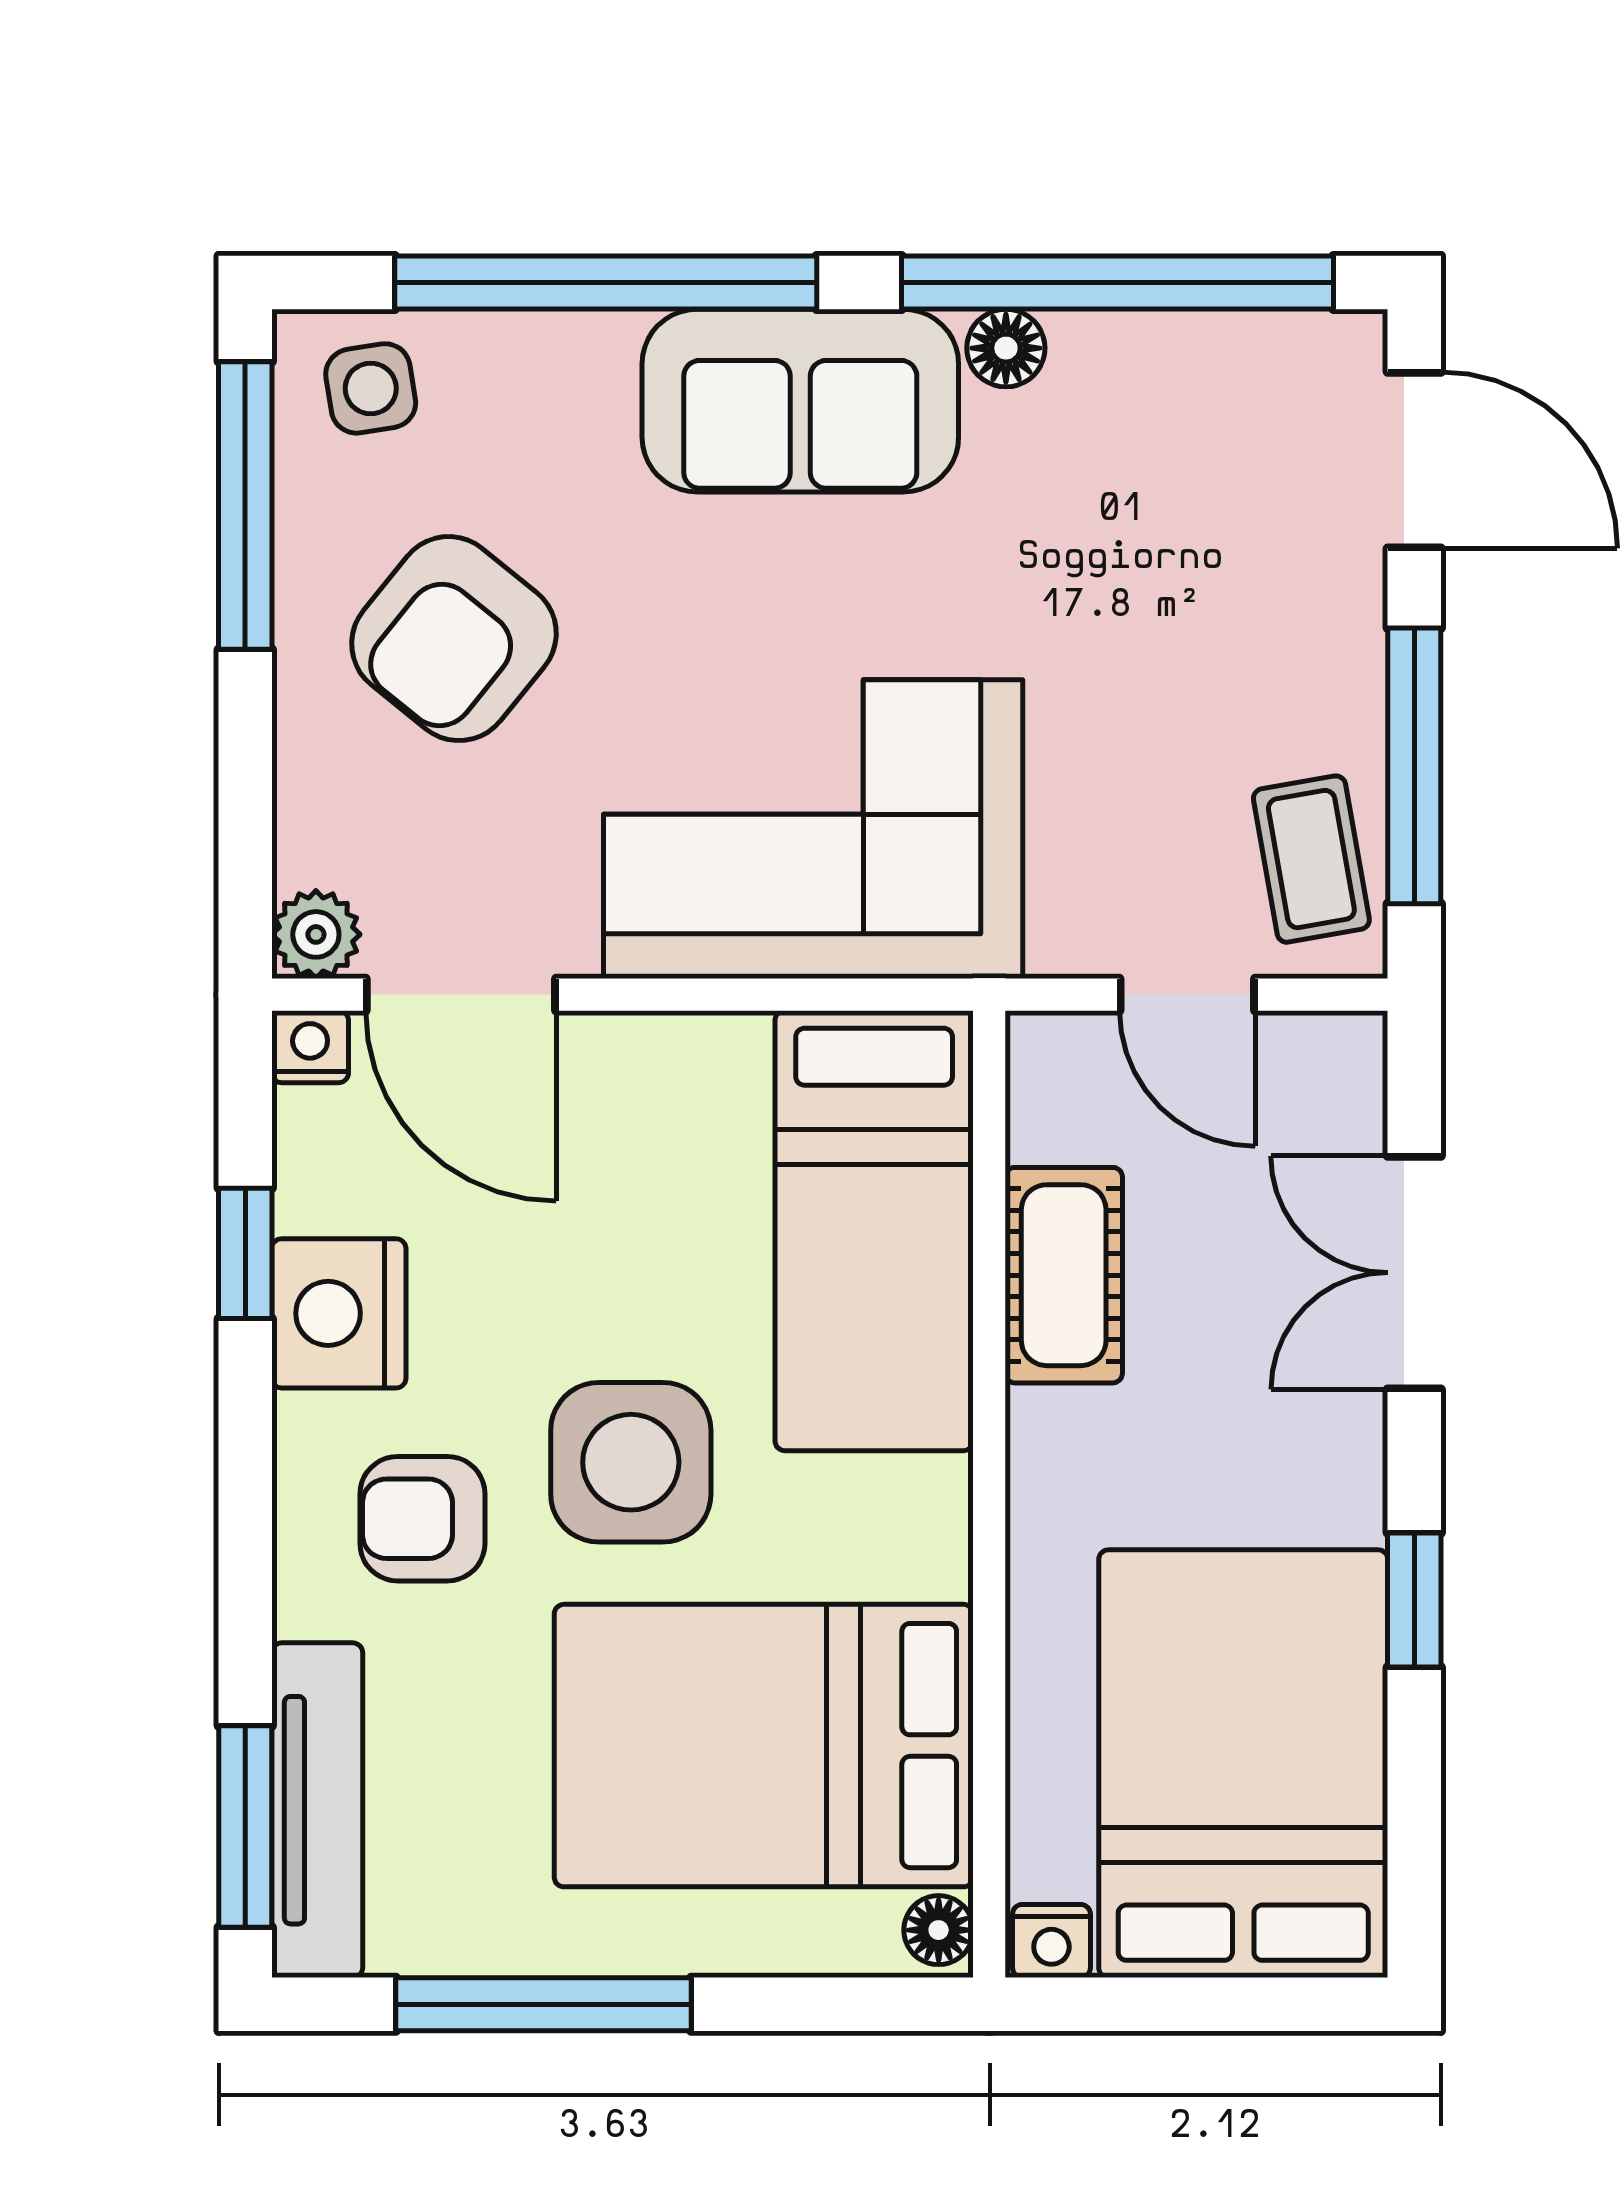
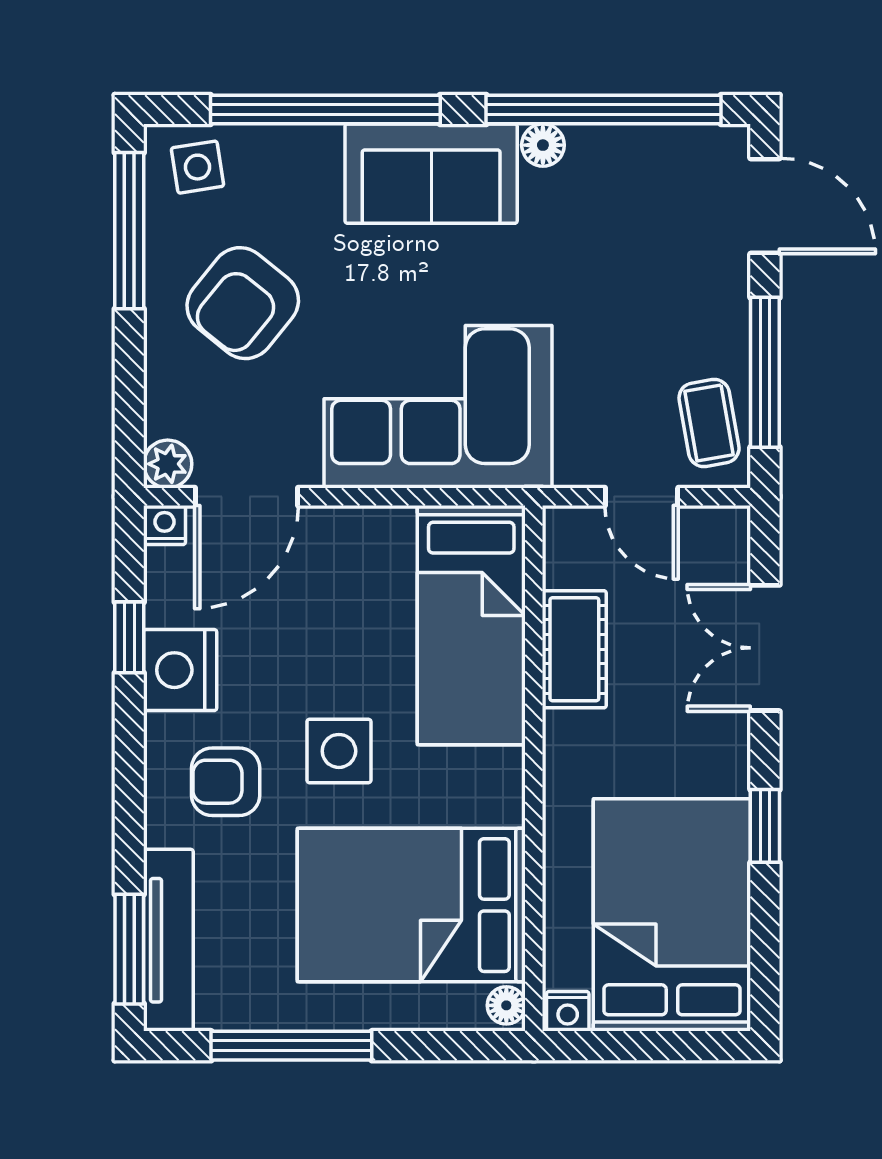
door: (461, 995) -> (247, 497), hinge flipped
side table: (631, 1462) -> (339, 751), width x0.73, depth x0.73

